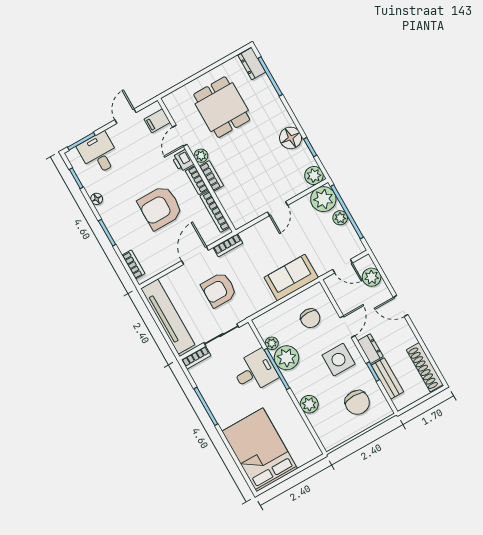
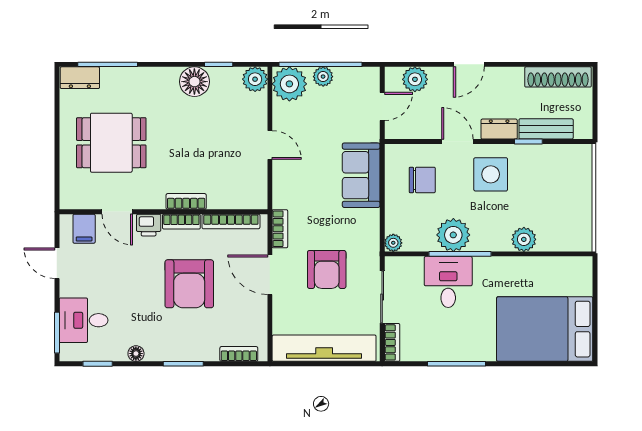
plant: (201, 156) -> (155, 200), removed
plant: (272, 343) -> (393, 243), moved
chair: (357, 402) -> (554, 181), removed

